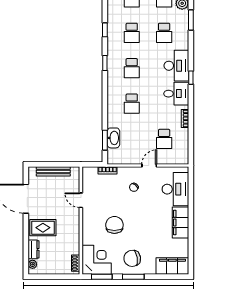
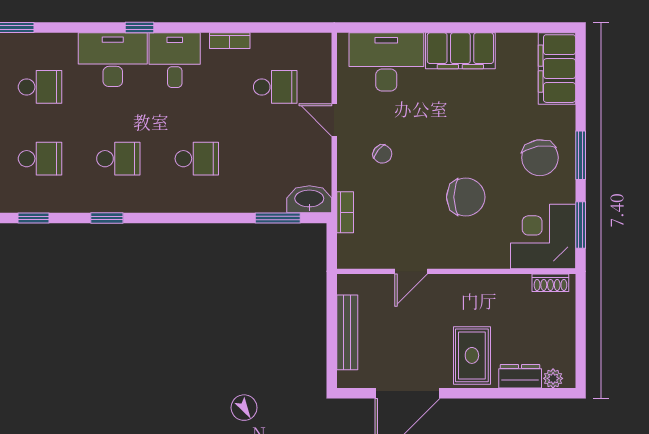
washbasin: (113, 138) -> (309, 199), moved
chair: (114, 225) -> (466, 197), turned 180

